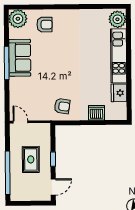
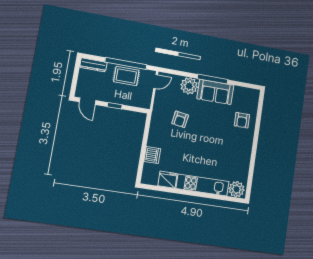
plant: (18, 19) -> (189, 86), moved
armchair: (62, 106) -> (180, 119), moved
rug: (31, 159) -> (126, 76), moved
window: (8, 173) -> (126, 63), moved
dresser: (15, 188) -> (93, 65), added

